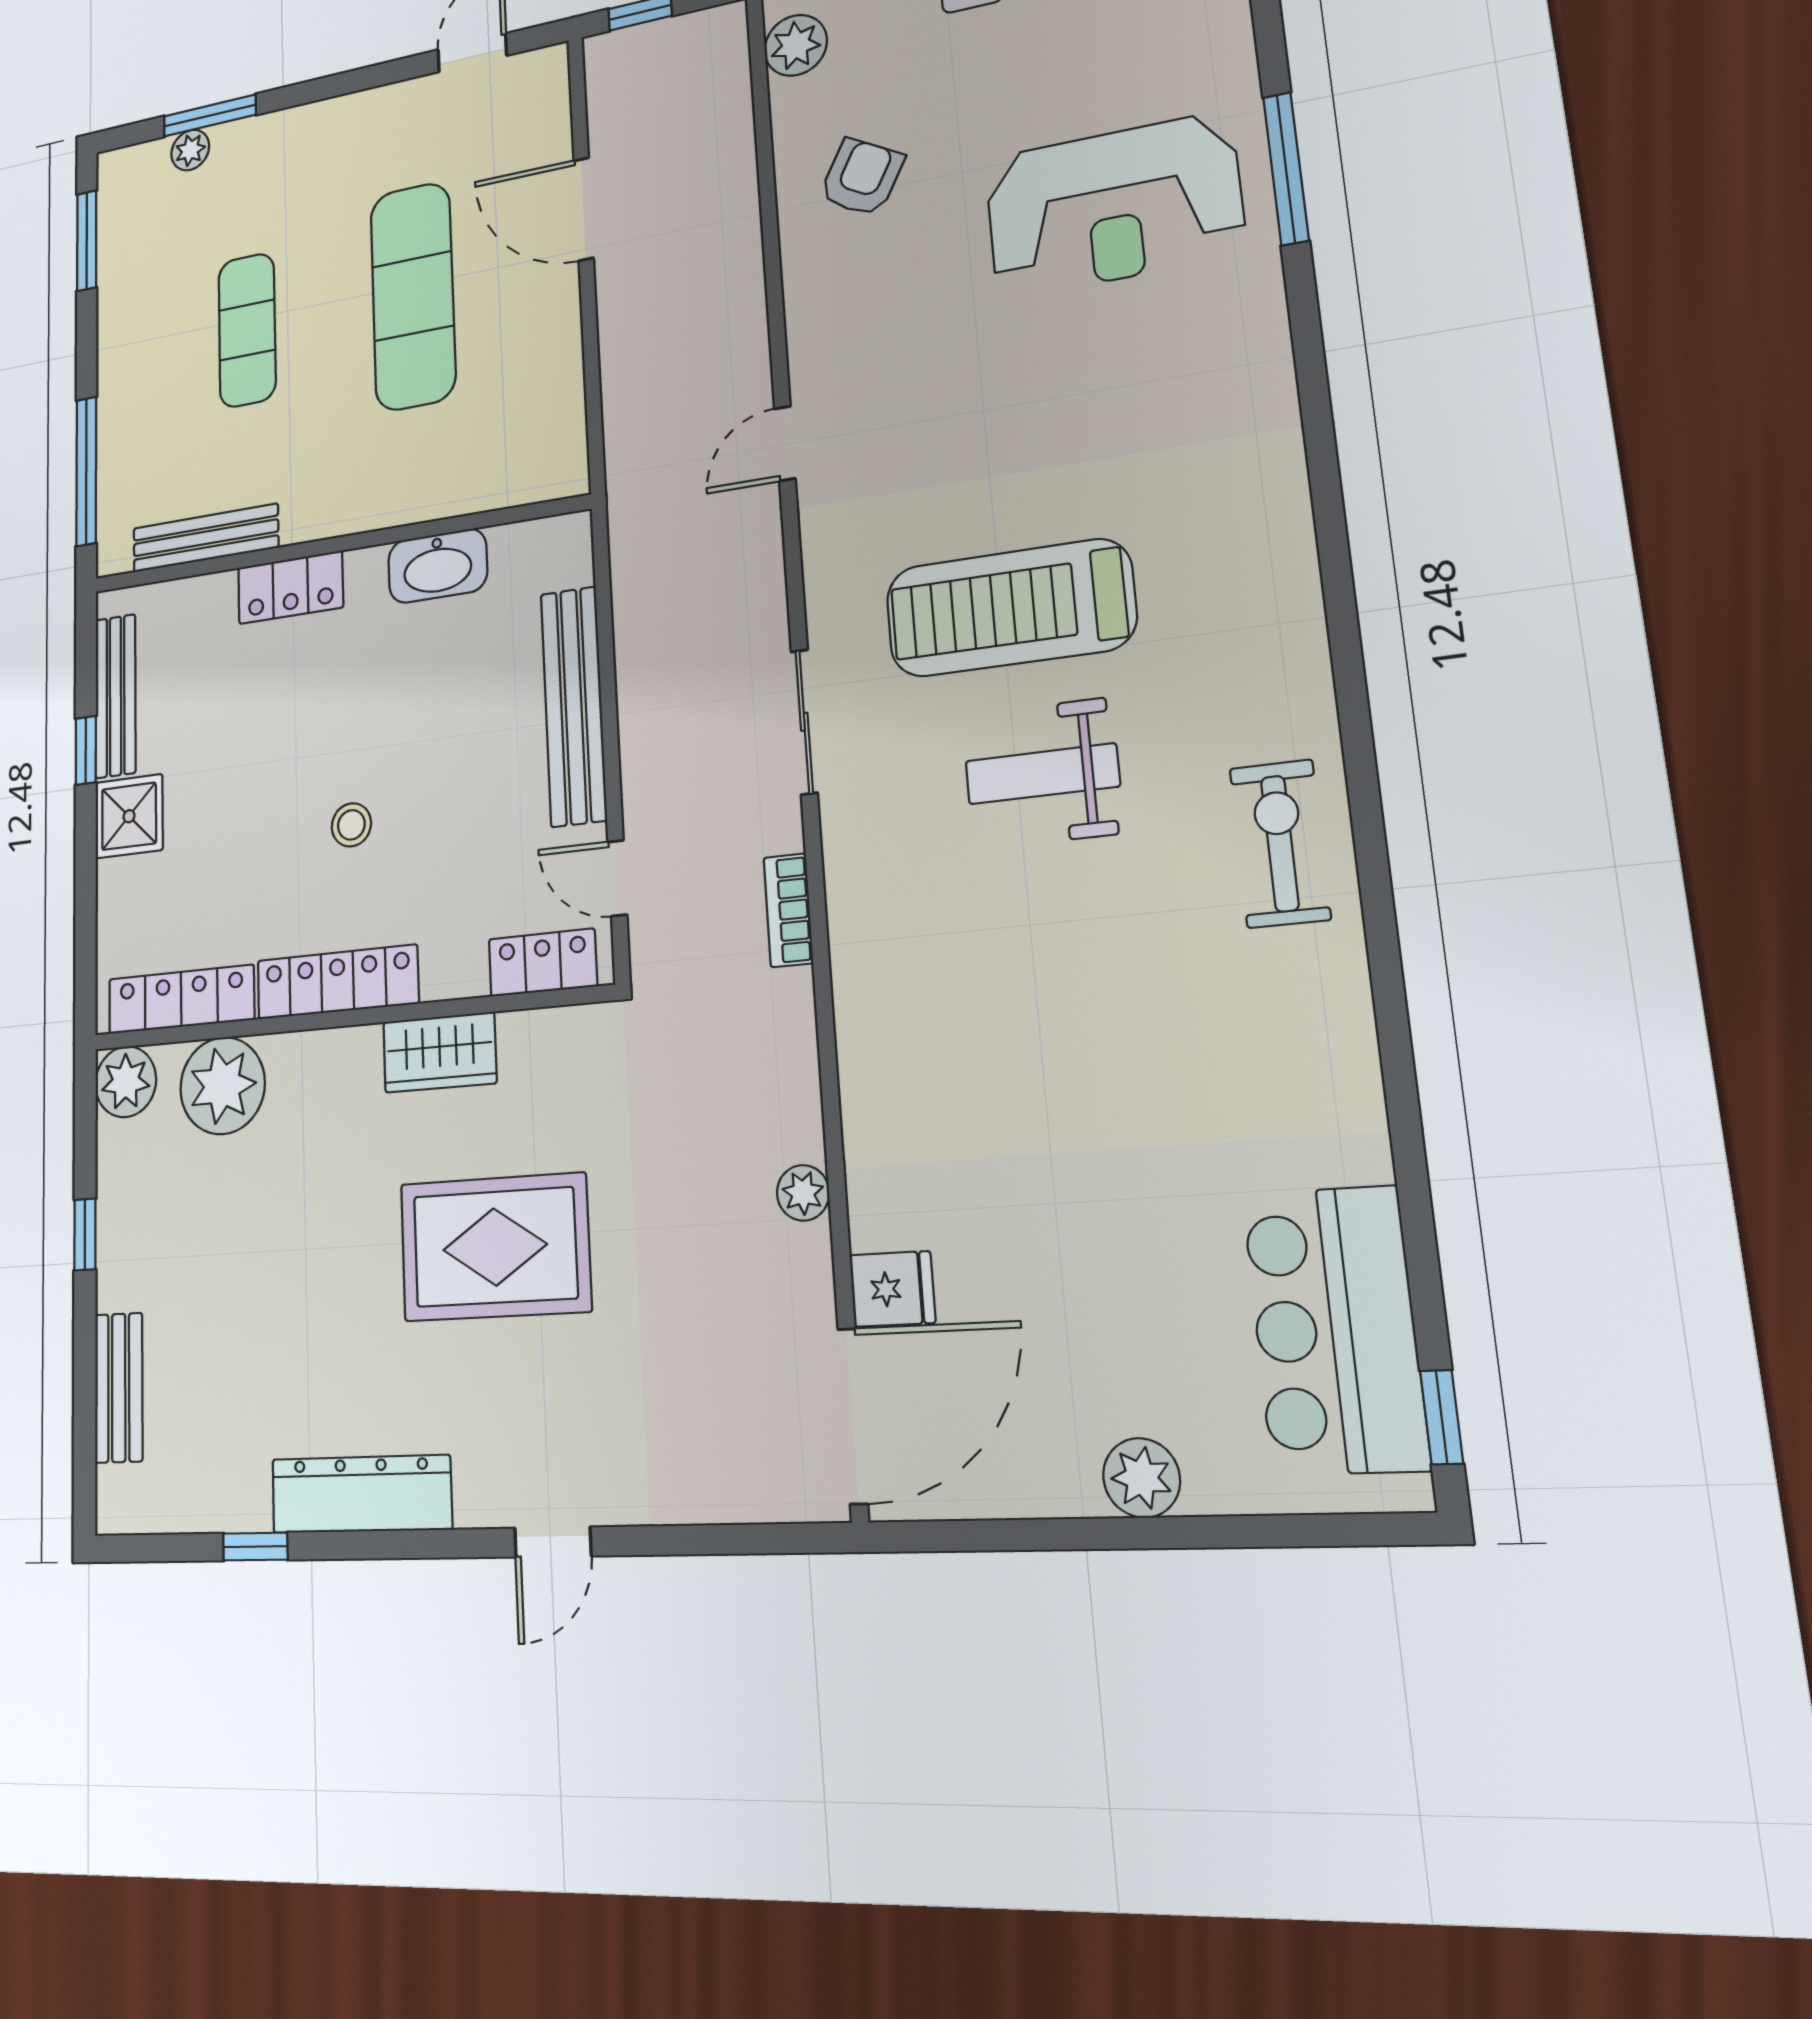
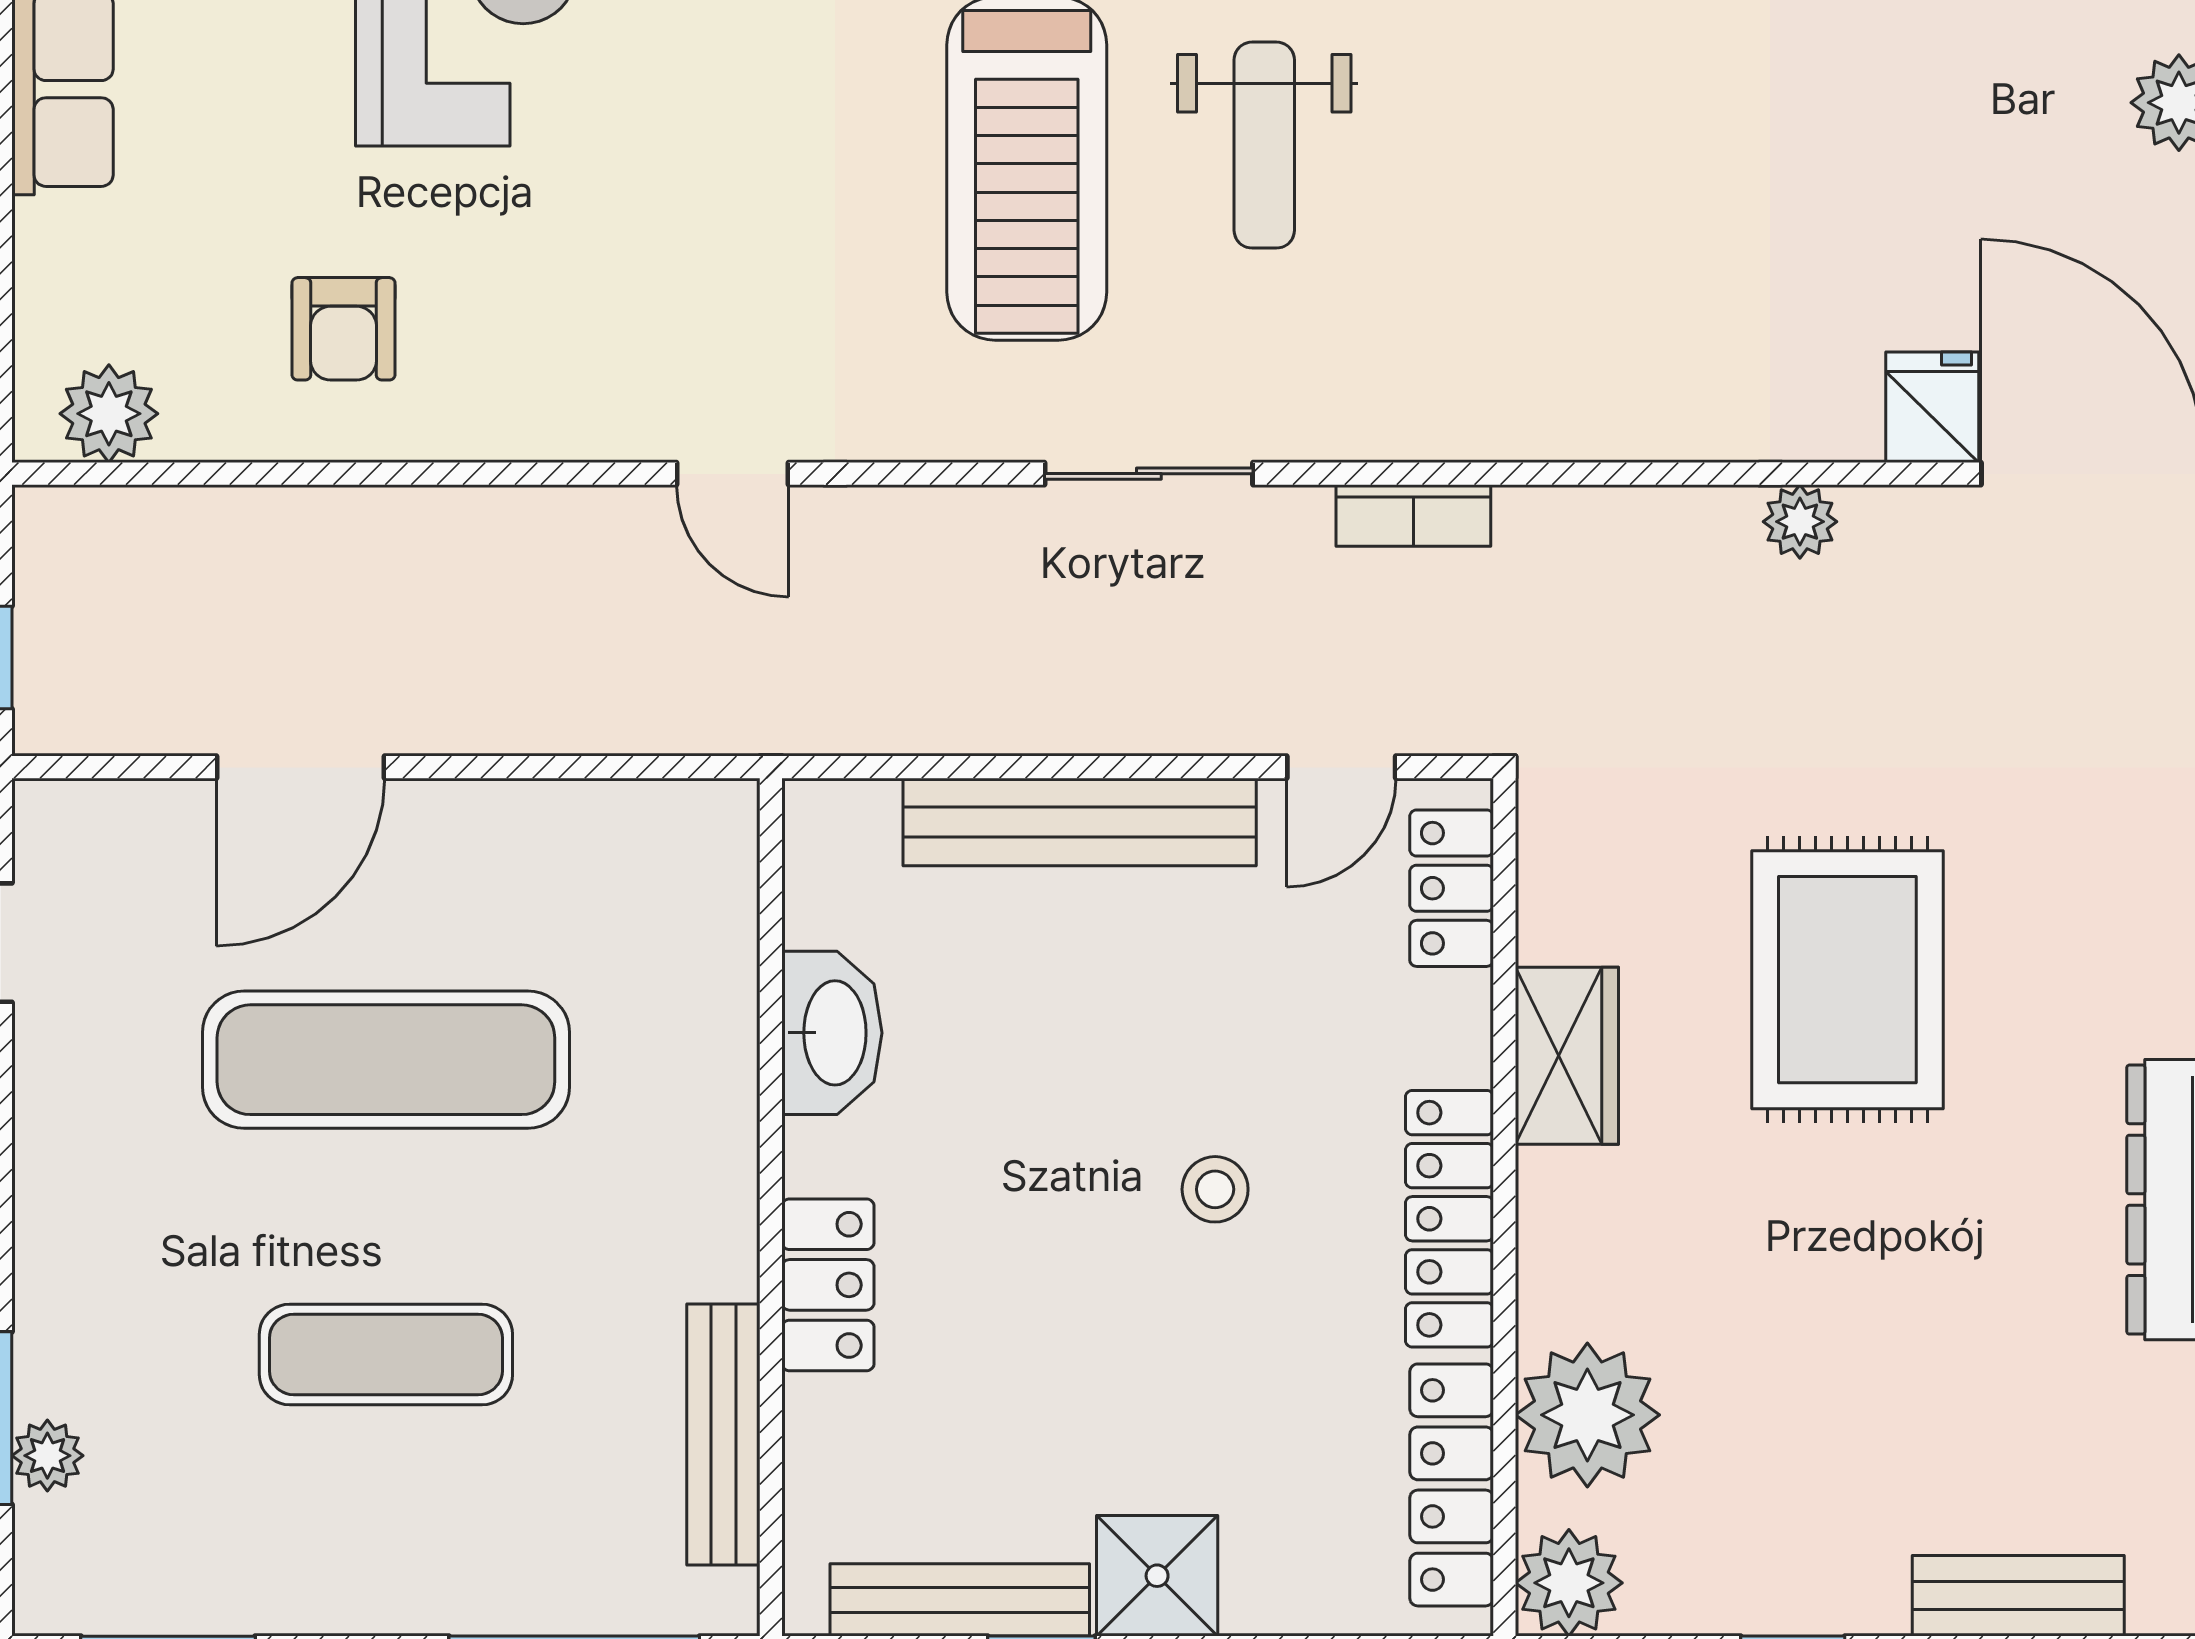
armchair: (862, 177) -> (343, 329), turned -119

